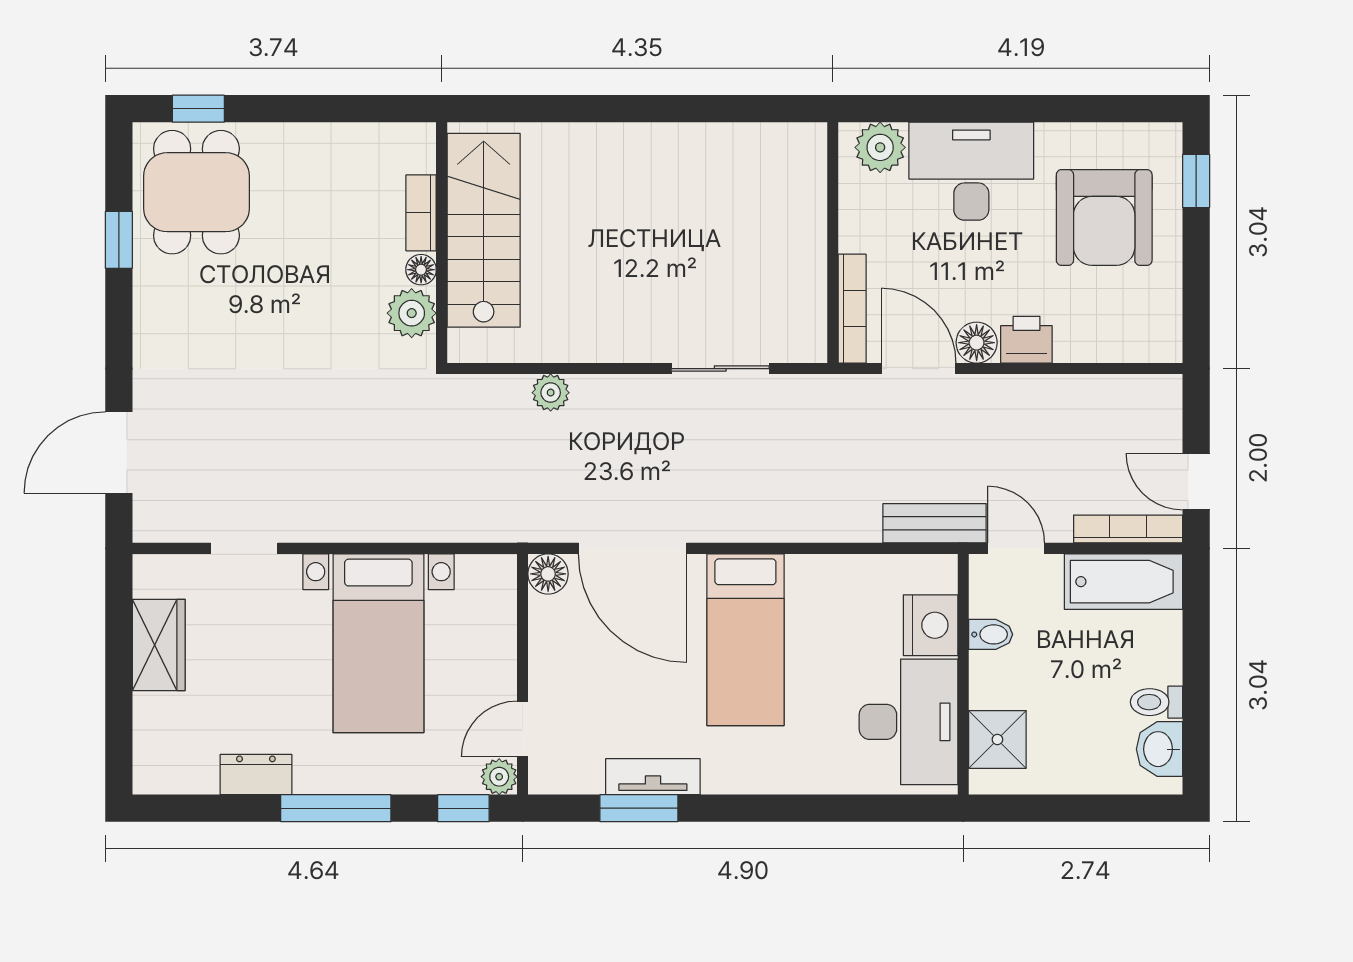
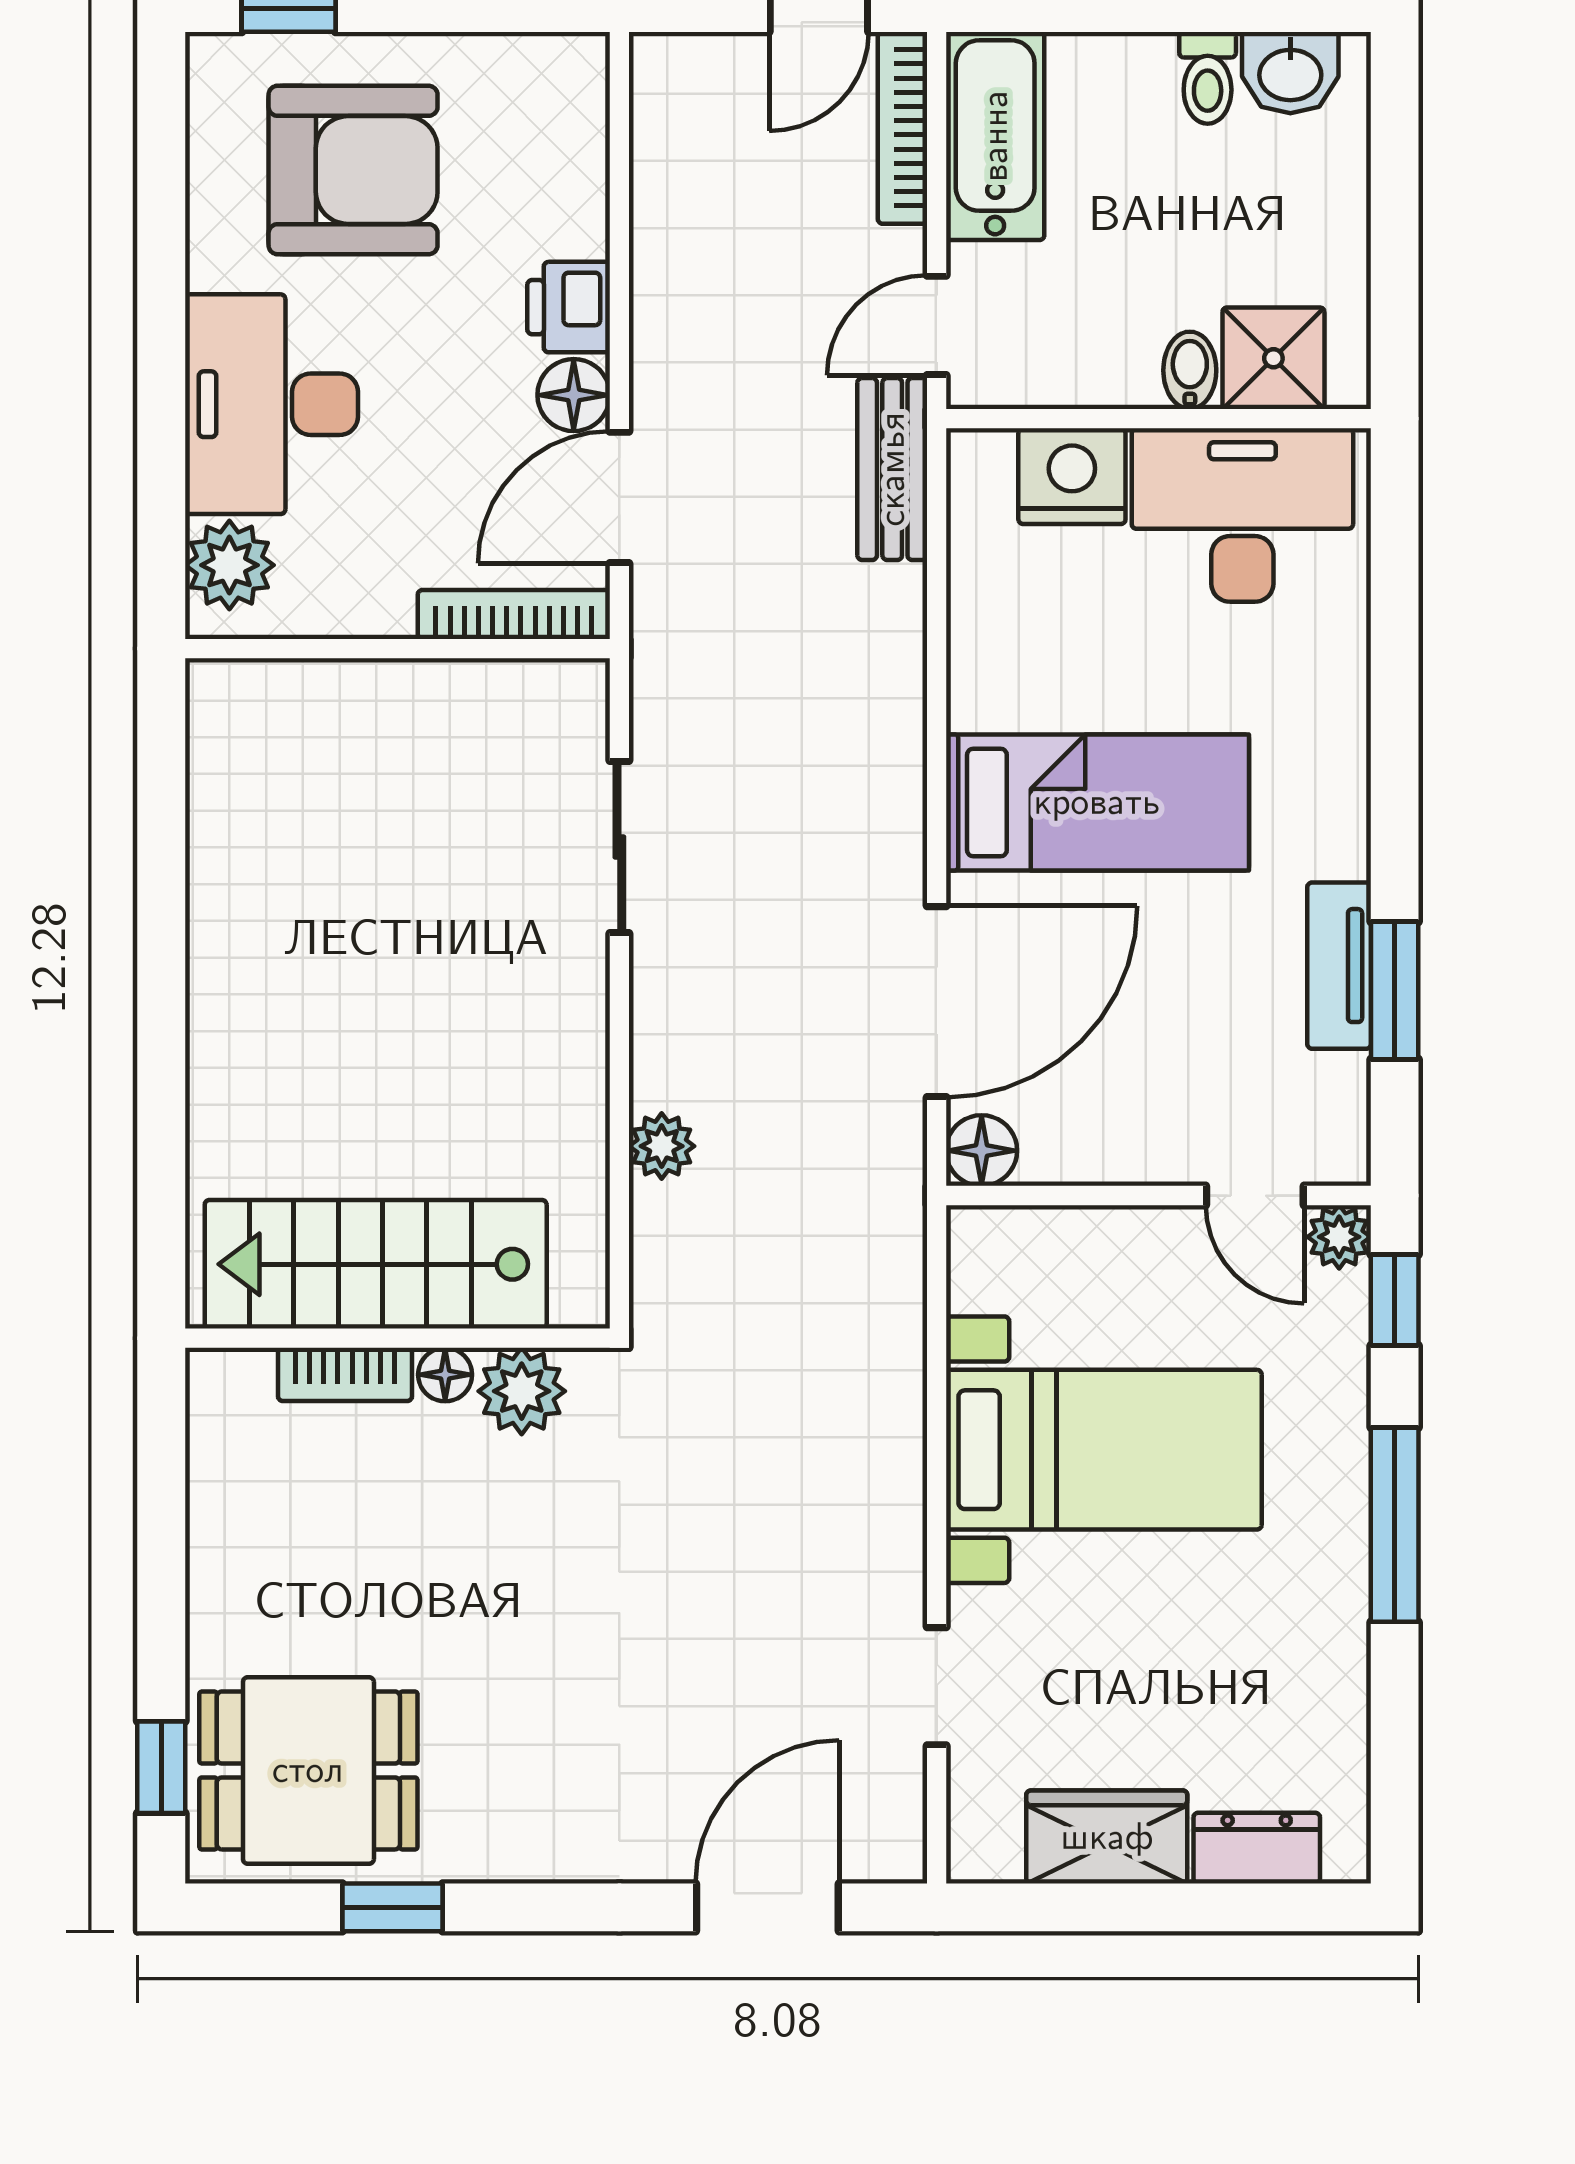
door: (119, 452) -> (767, 1907), swing flipped
bidet: (991, 634) -> (1190, 370), moved
dresser: (256, 775) -> (1257, 1848), moved, turned 90

